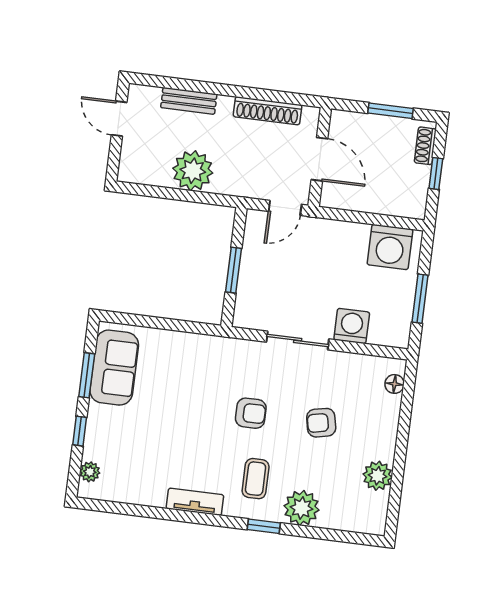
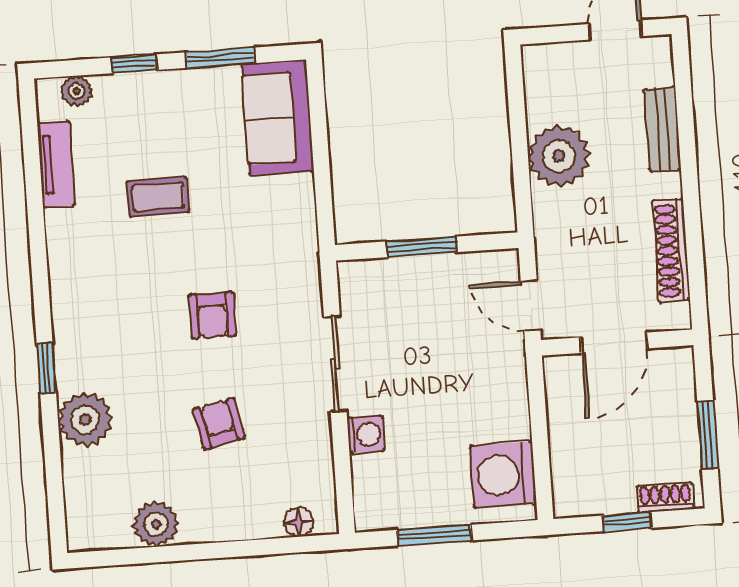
washing machine: (352, 326) -> (366, 434), width x0.73, depth x0.73
sofa: (114, 368) -> (278, 118), moved, turned 90
coffee table: (256, 479) -> (158, 197), moved
tv unit: (195, 502) -> (56, 164), moved

